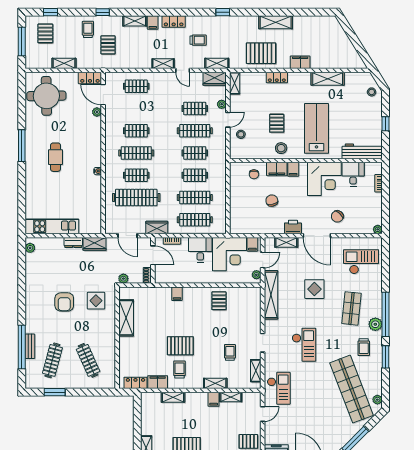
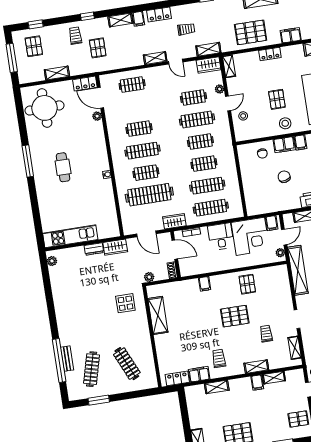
armchair: (64, 302) -> (94, 309), removed
pallet: (180, 346) -> (235, 316), moved

